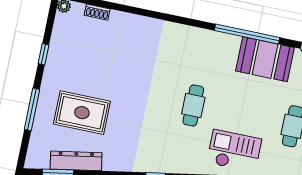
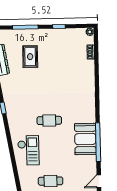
booth: (265, 59) -> (85, 139), moved
rug: (82, 113) -> (30, 57), width x0.73, depth x0.70

